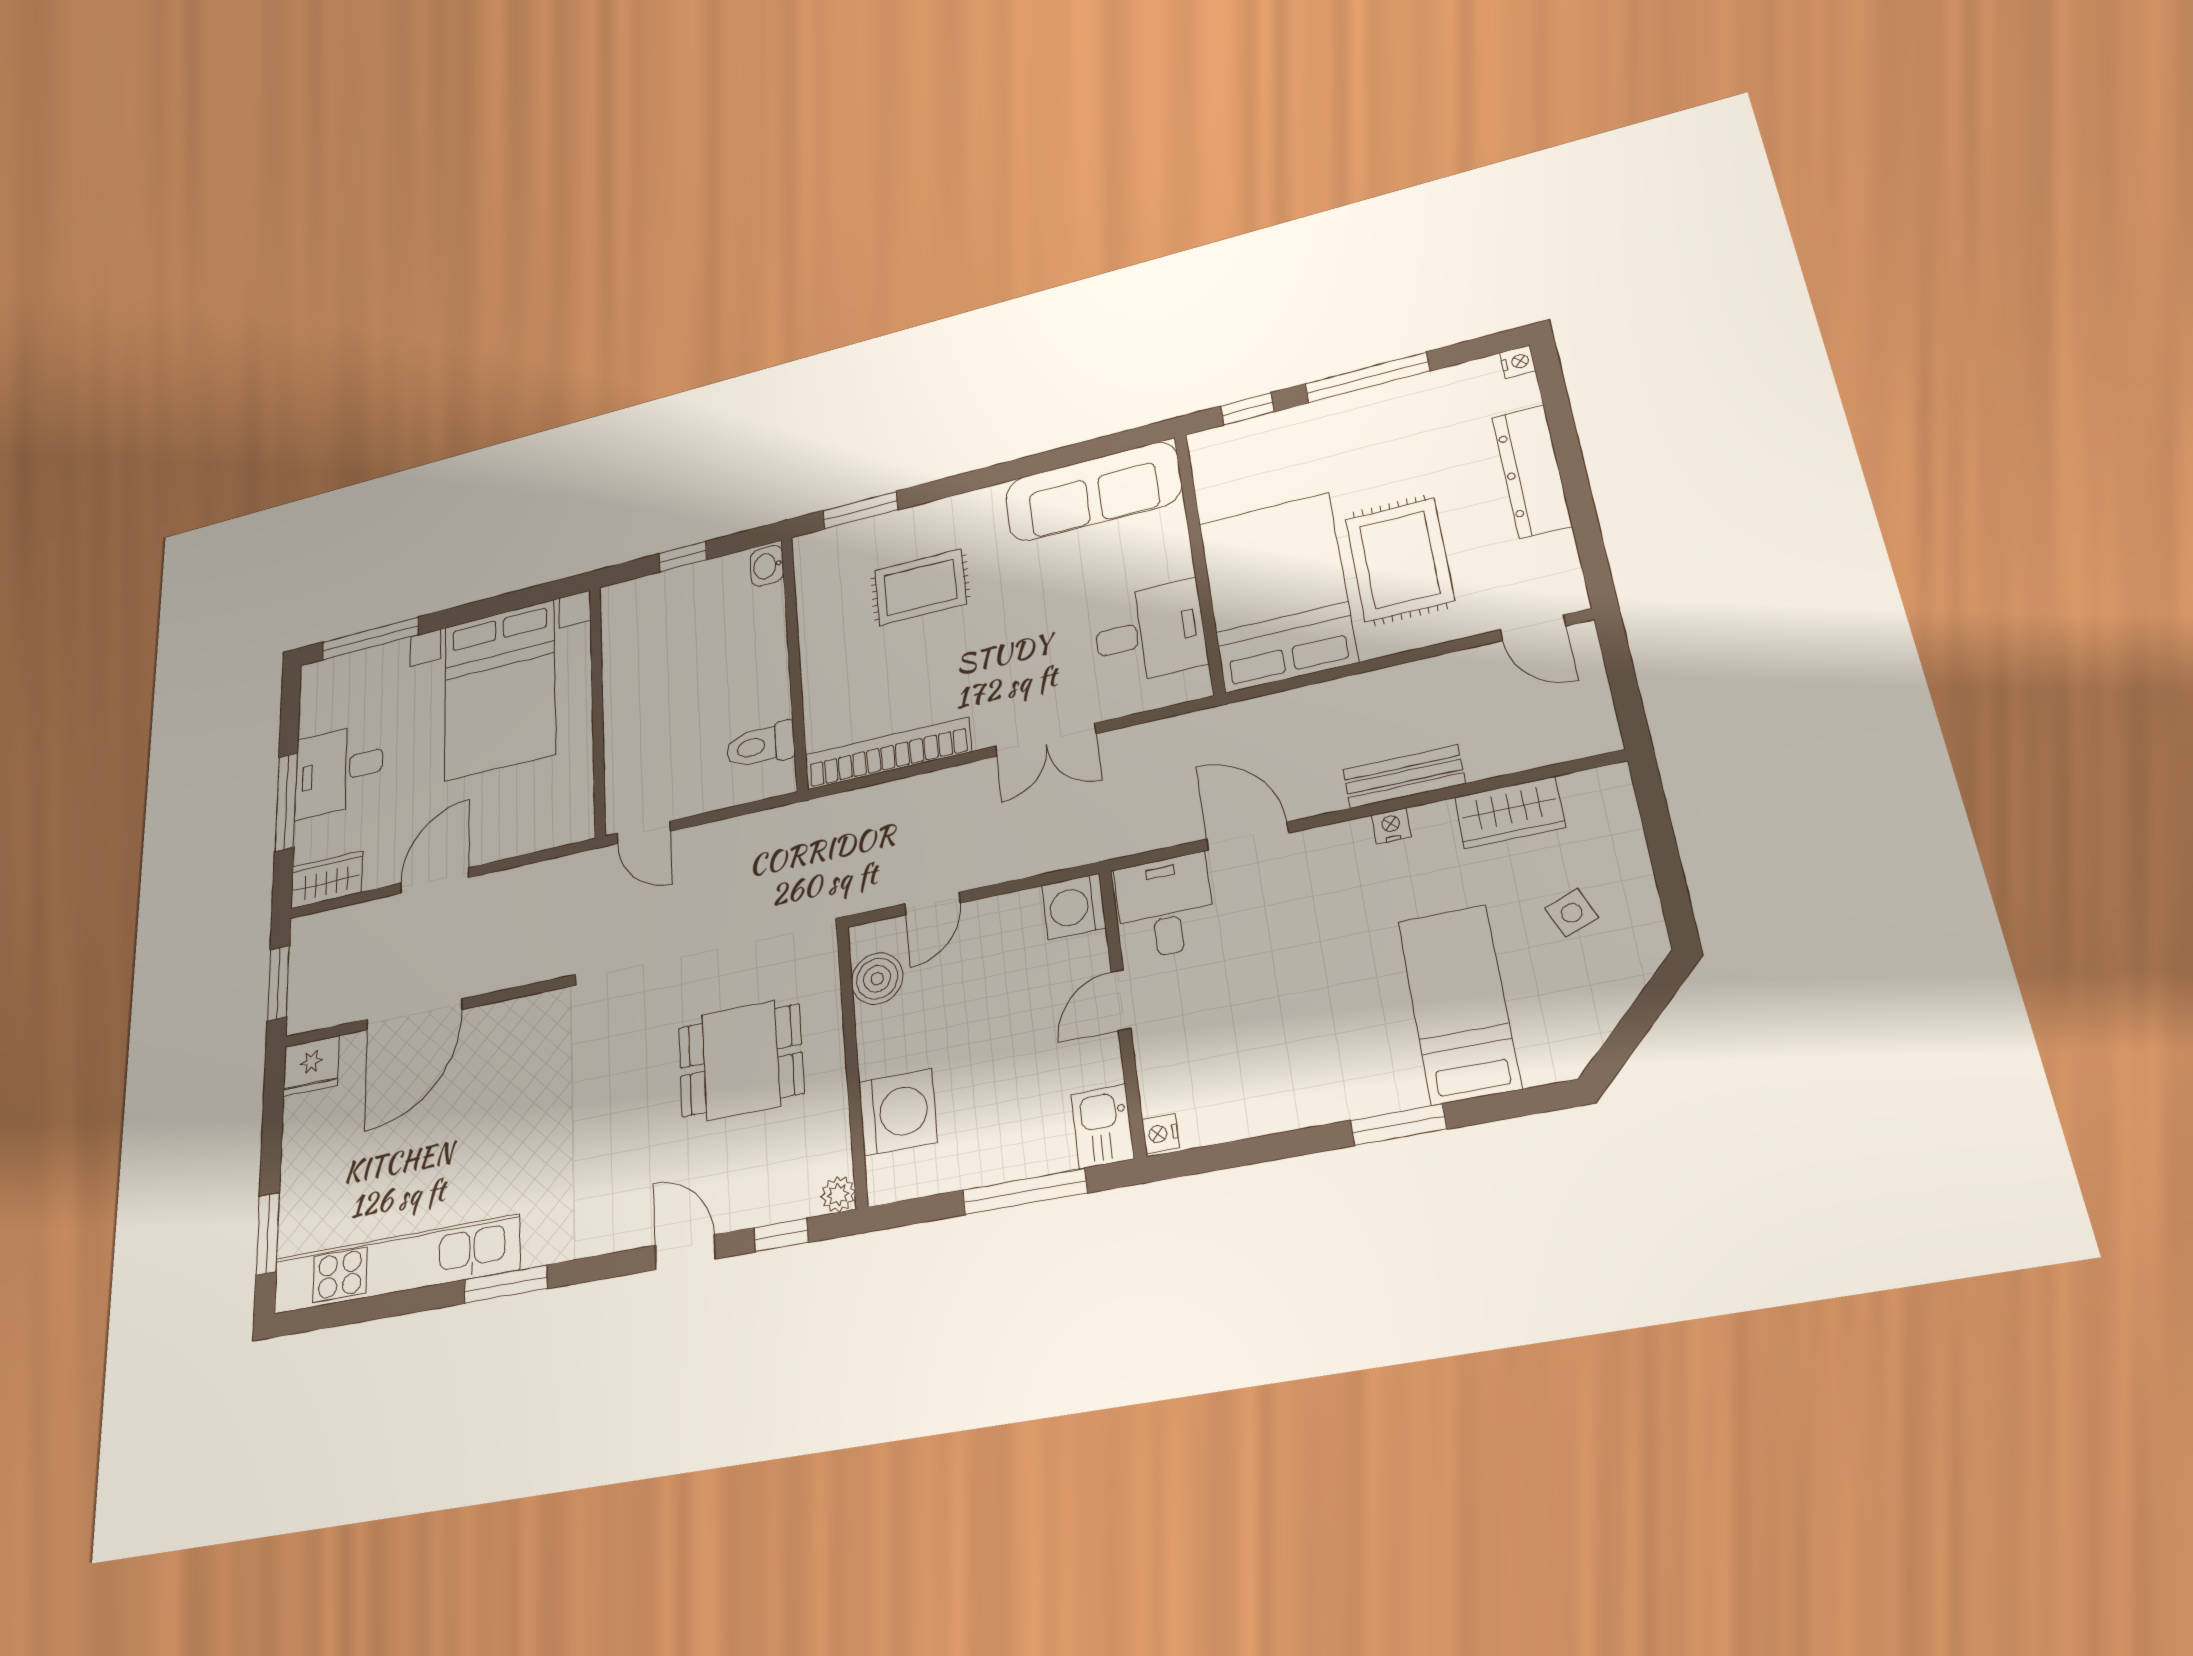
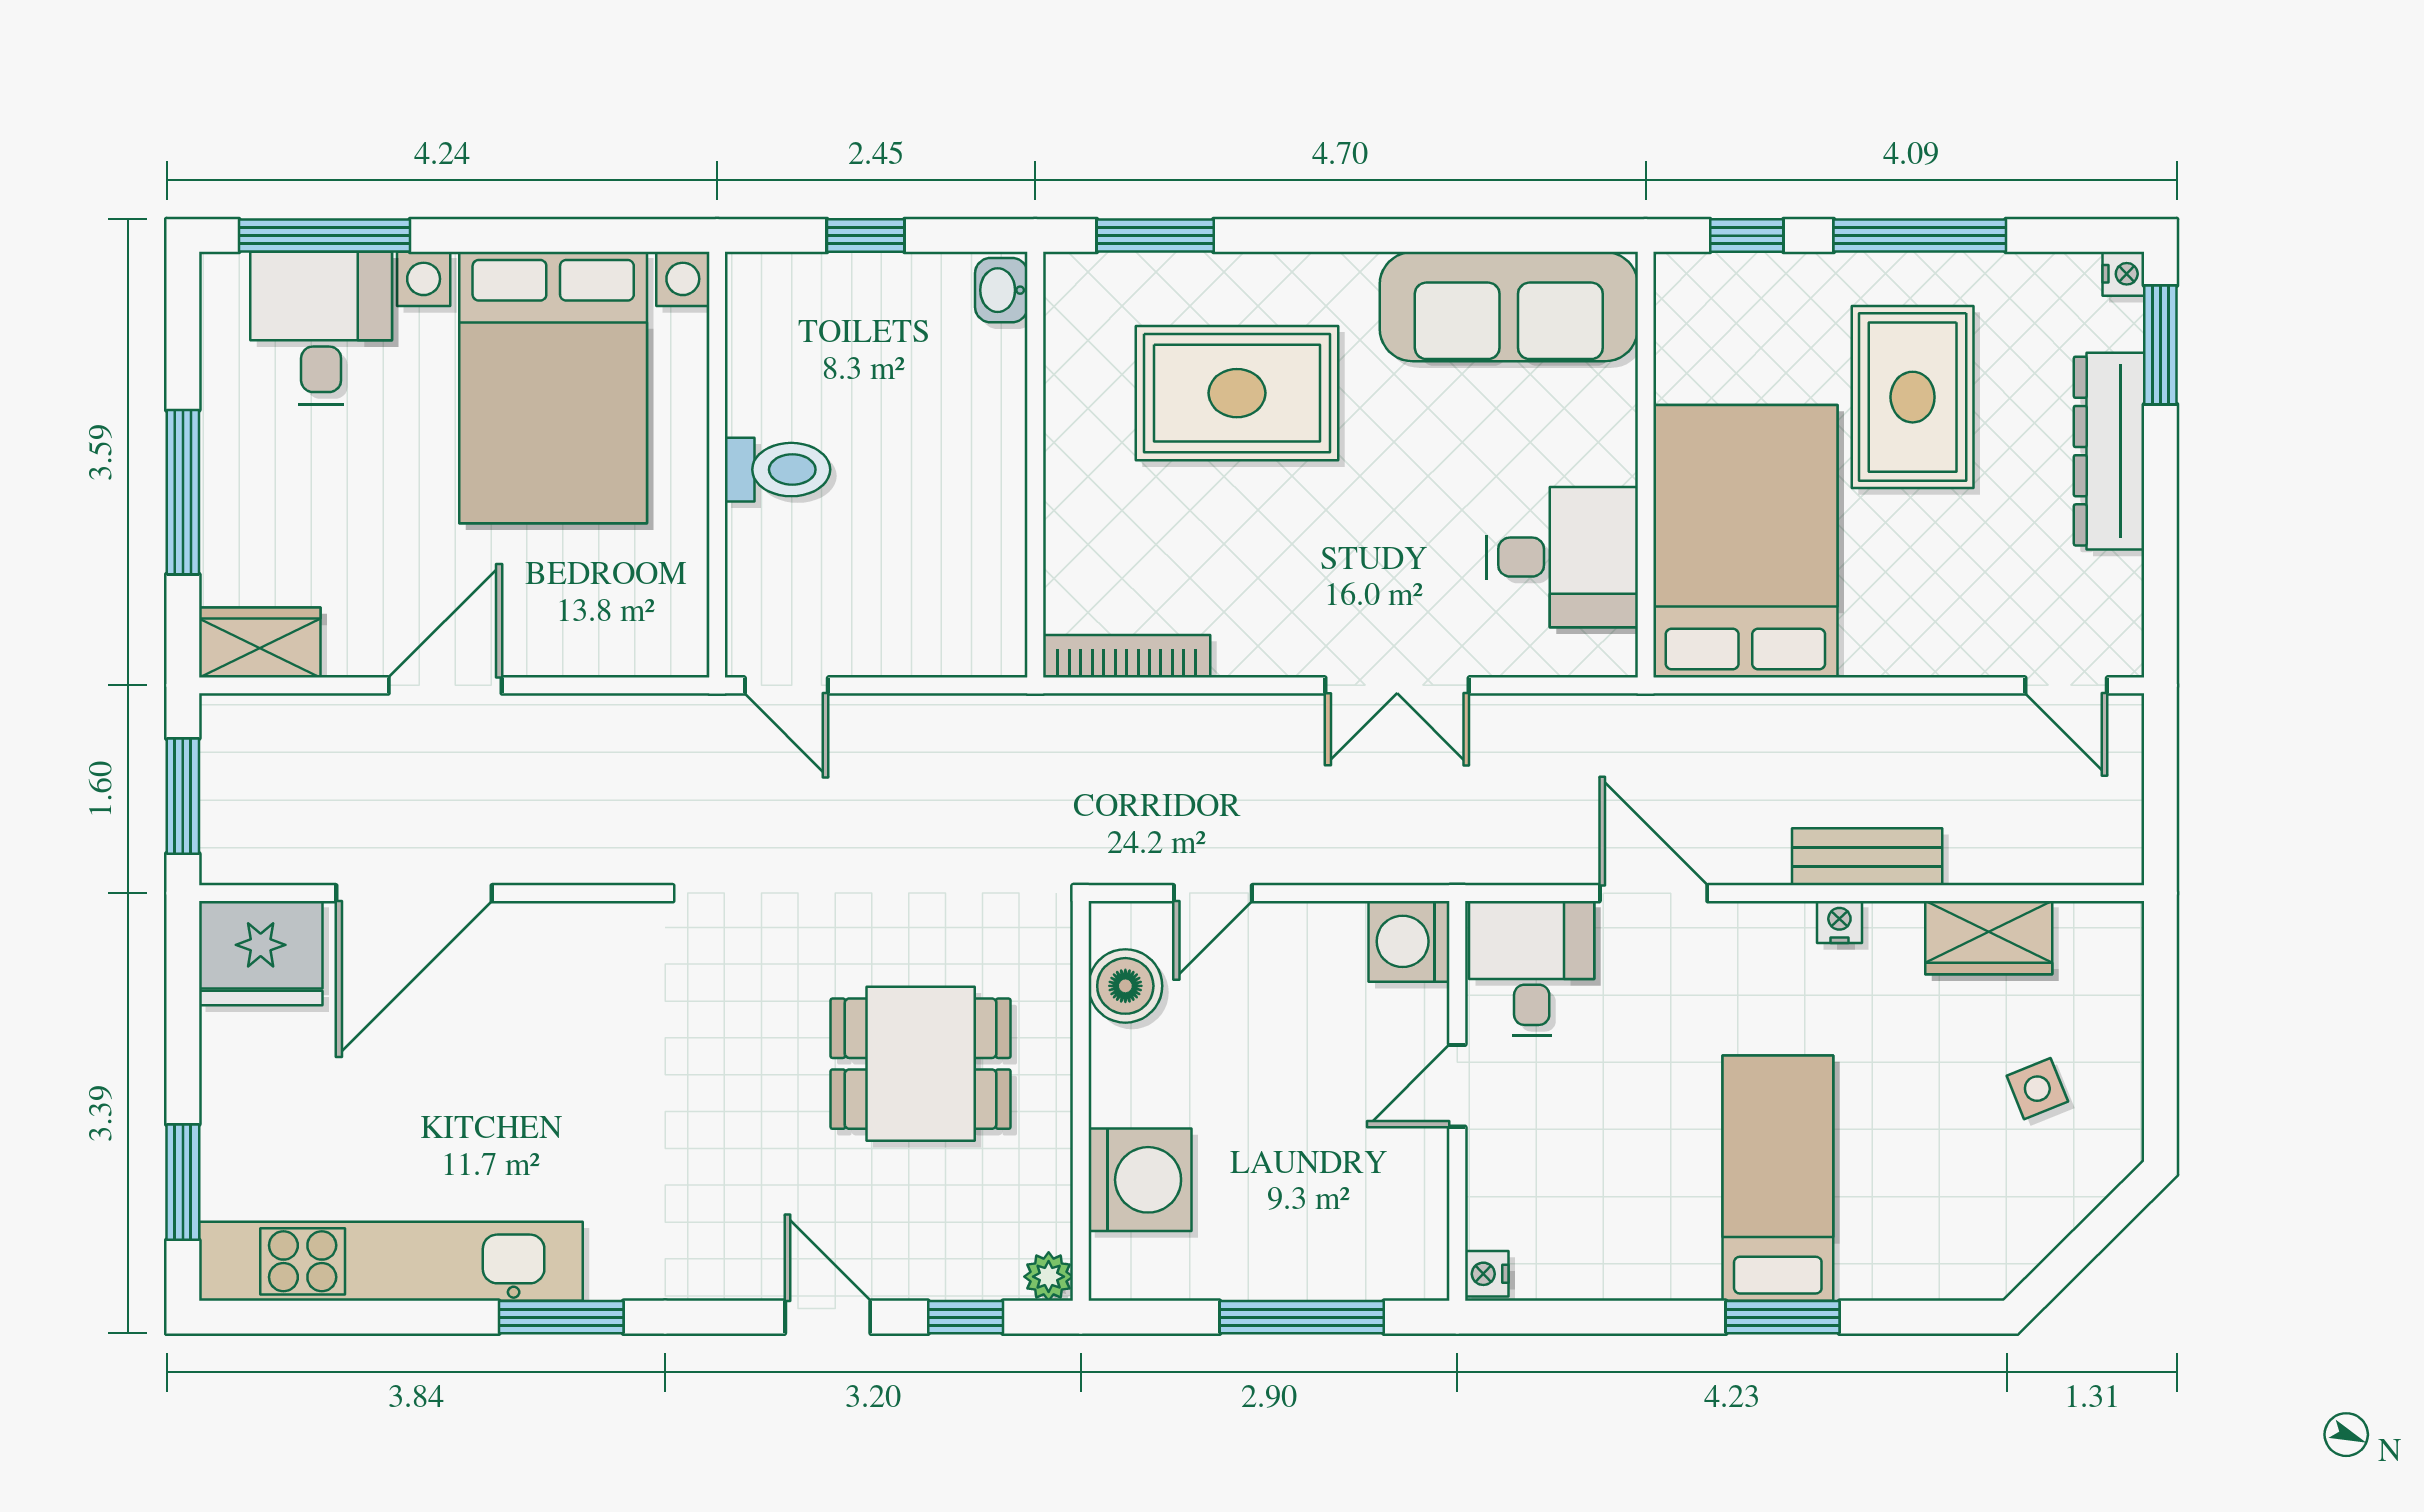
window: (1555, 397) -> (2160, 345), added
rug: (1400, 560) -> (1913, 397), moved
rug: (920, 587) -> (1237, 393), width x1.36, depth x1.43
toilet: (760, 745) -> (778, 470), moved, turned 180
bookcase: (888, 753) -> (1127, 656), width x0.68, depth x0.76
desk: (339, 770) -> (321, 328), moved, turned 90
bed: (1459, 1004) -> (1778, 1178), moved
fridge: (311, 1066) -> (261, 953), width x1.36, depth x1.34
kitchen sink: (1102, 1126) -> (1413, 1251), removed

